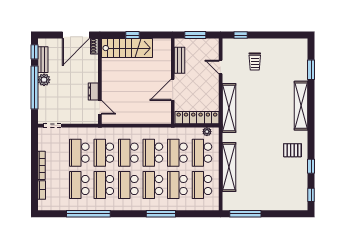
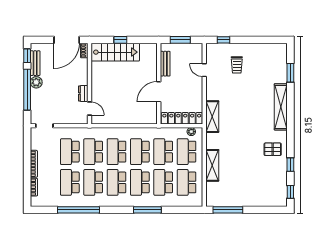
shelving: (229, 108) -> (212, 117), width x0.68
shelving: (229, 167) -> (212, 165), width x0.68

